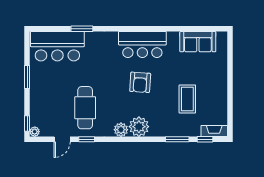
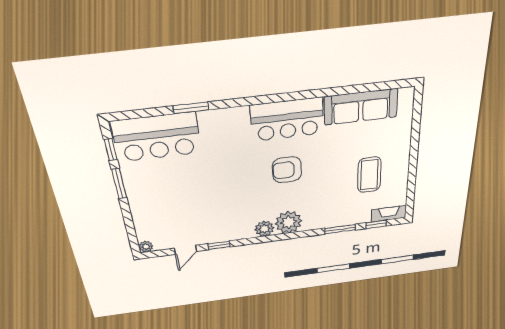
sofa: (198, 42) -> (361, 107), width x1.36
armchair: (140, 82) -> (287, 170), turned 86
coffee table: (187, 99) -> (369, 175), moved
cafe table: (85, 108) -> (212, 210), removed
window: (27, 123) -> (111, 150), moved

